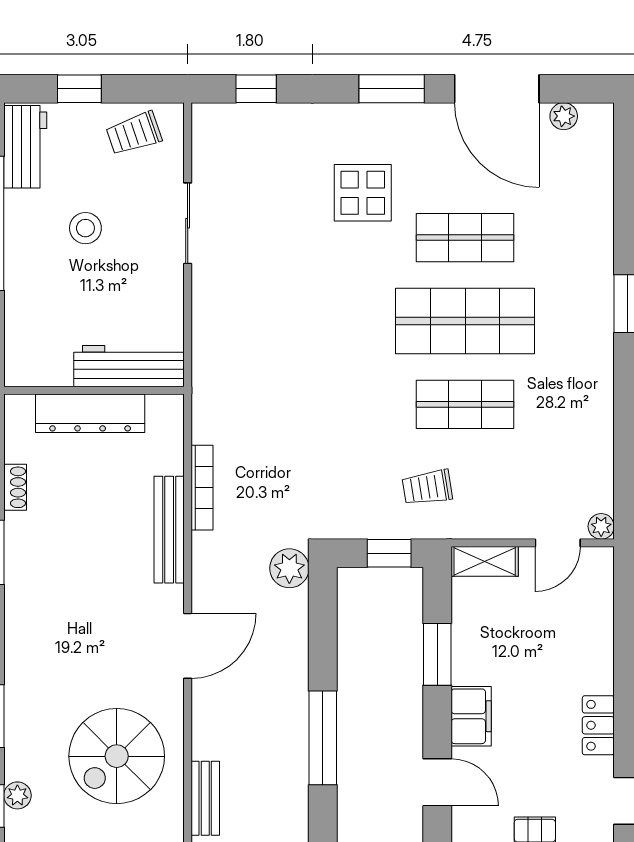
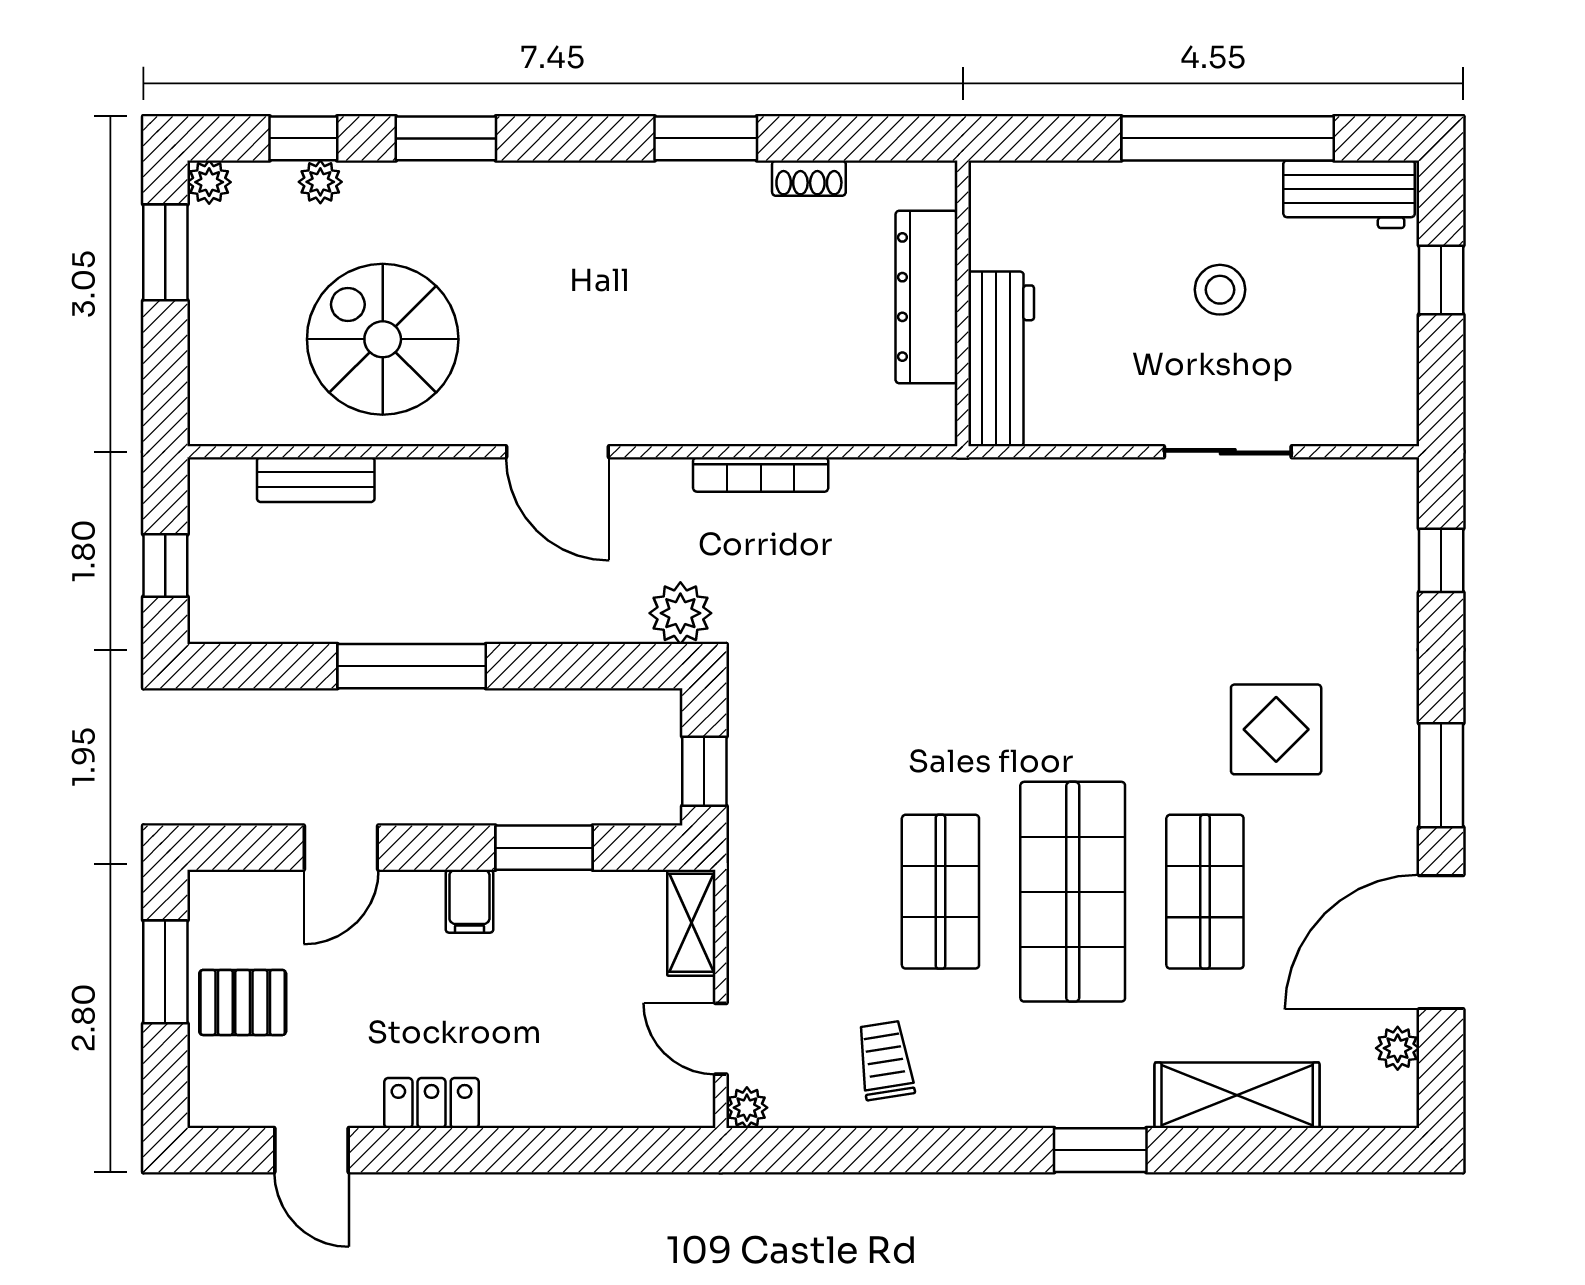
trolley: (134, 133) -> (1370, 367), removed
shelving: (593, 217) -> (1237, 1095), added
bookcase: (202, 488) -> (761, 475), moved
trolley: (427, 488) -> (885, 1060), moved
bench: (169, 530) -> (742, 422), removed
filing cabinet: (471, 716) -> (469, 901), width x0.50

